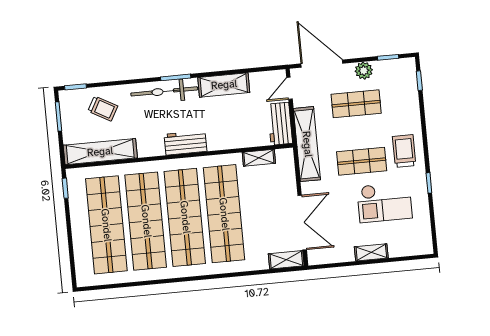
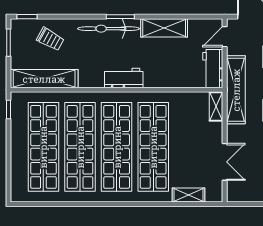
shelving: (259, 158) -> (216, 106), moved, turned 90
double door: (302, 223) -> (225, 162), width x0.73
shelving: (286, 260) -> (188, 195), moved

